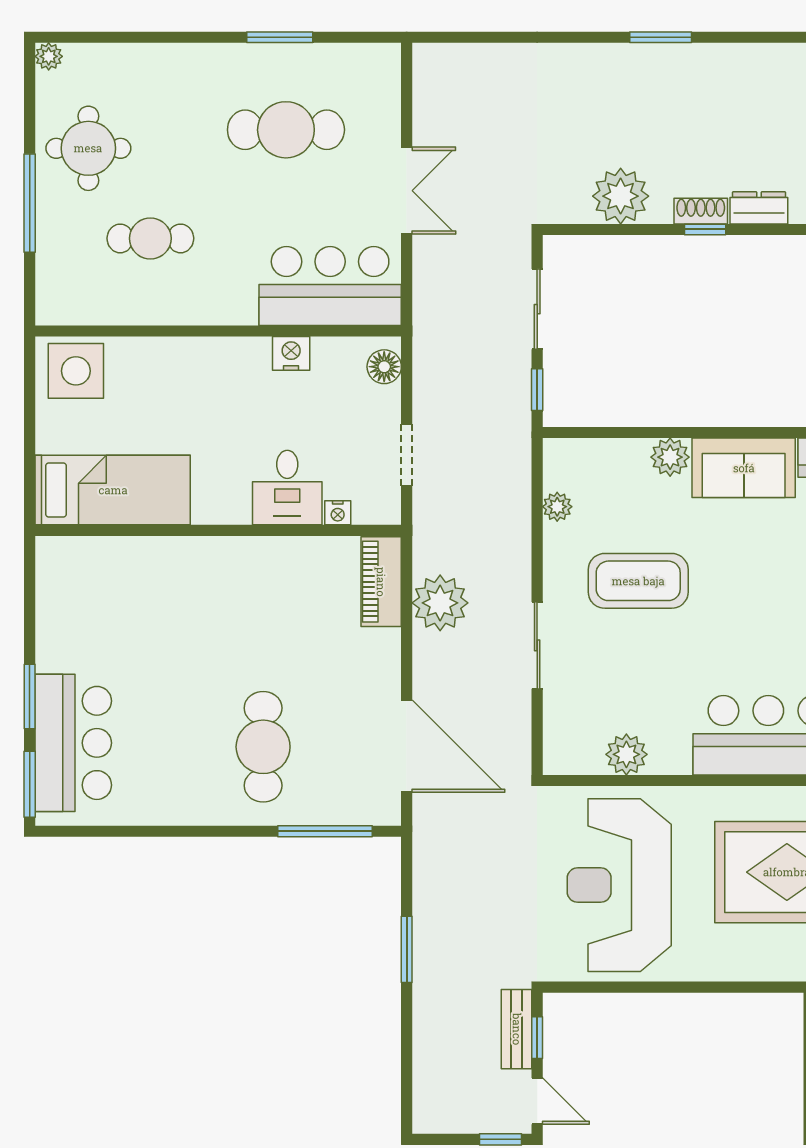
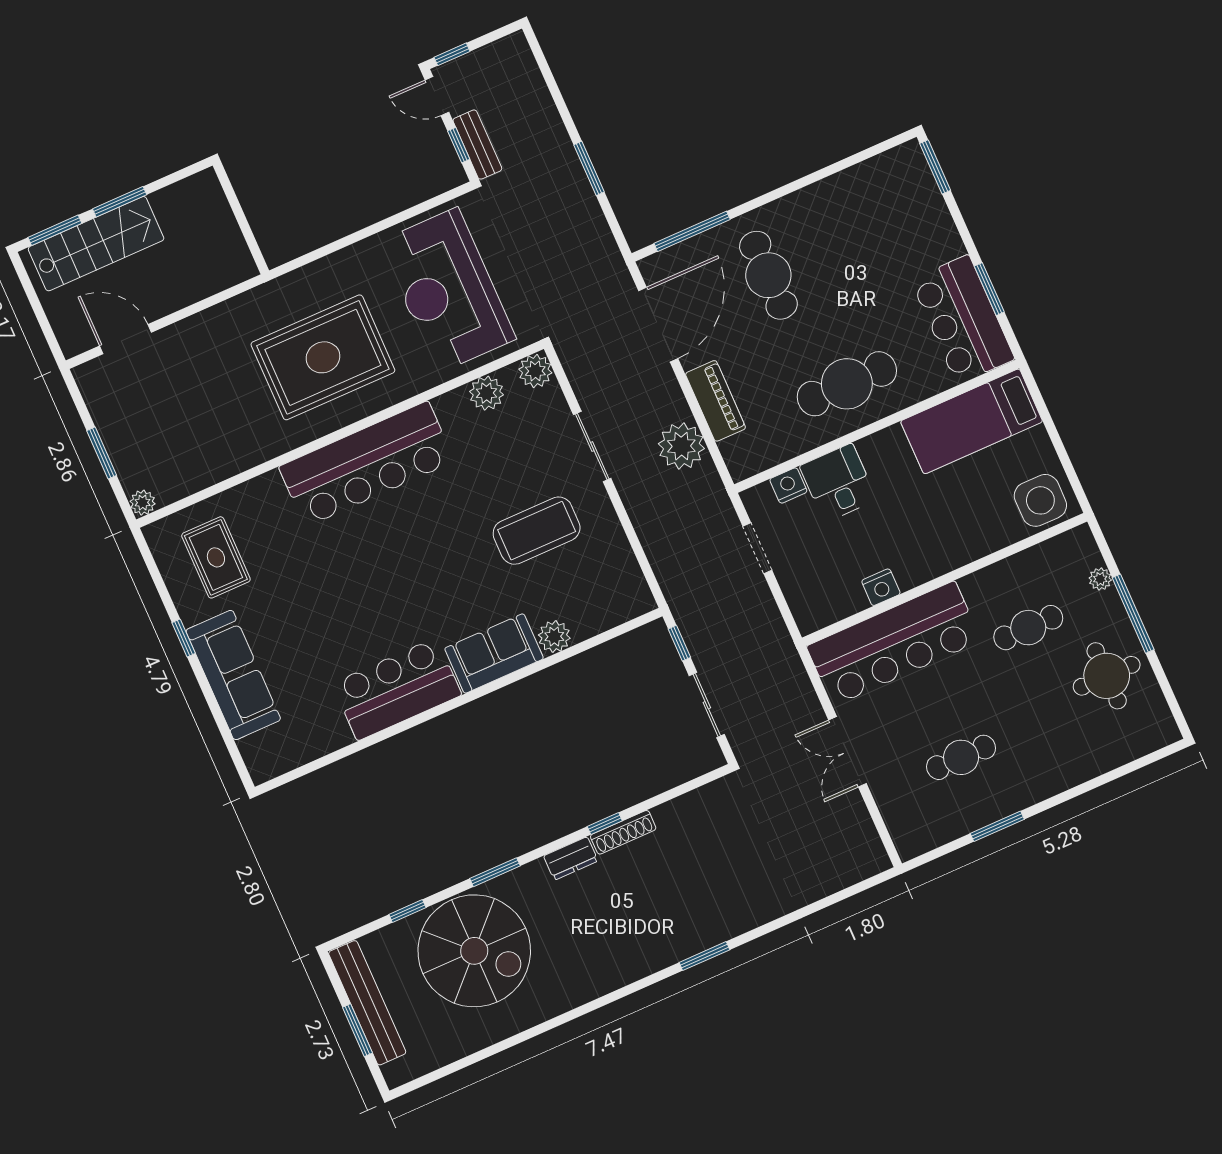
plant: (49, 56) -> (1100, 579), moved
cafe table: (286, 130) -> (961, 757), width x0.73, depth x0.74
plant: (621, 196) -> (681, 820), removed
shoe rack: (701, 211) -> (623, 832), width x1.43
bar counter: (330, 286) -> (894, 643), width x1.36
floor lamp: (384, 367) -> (805, 609), removed
plant: (557, 507) -> (535, 371), moved, width x1.38, depth x1.38
nightstand: (338, 513) -> (788, 486), width x1.39, depth x1.35
piano: (381, 582) -> (716, 401), moved
cafe table: (230, 591) -> (847, 384), added
window: (30, 697) -> (989, 289), moved
bar counter: (73, 743) -> (963, 319), moved
door: (407, 746) -> (658, 325), swing flipped
reception desk: (619, 885) -> (447, 290), turned 180

